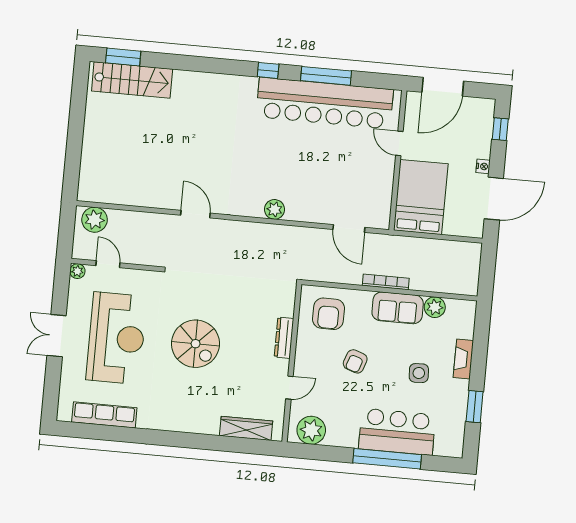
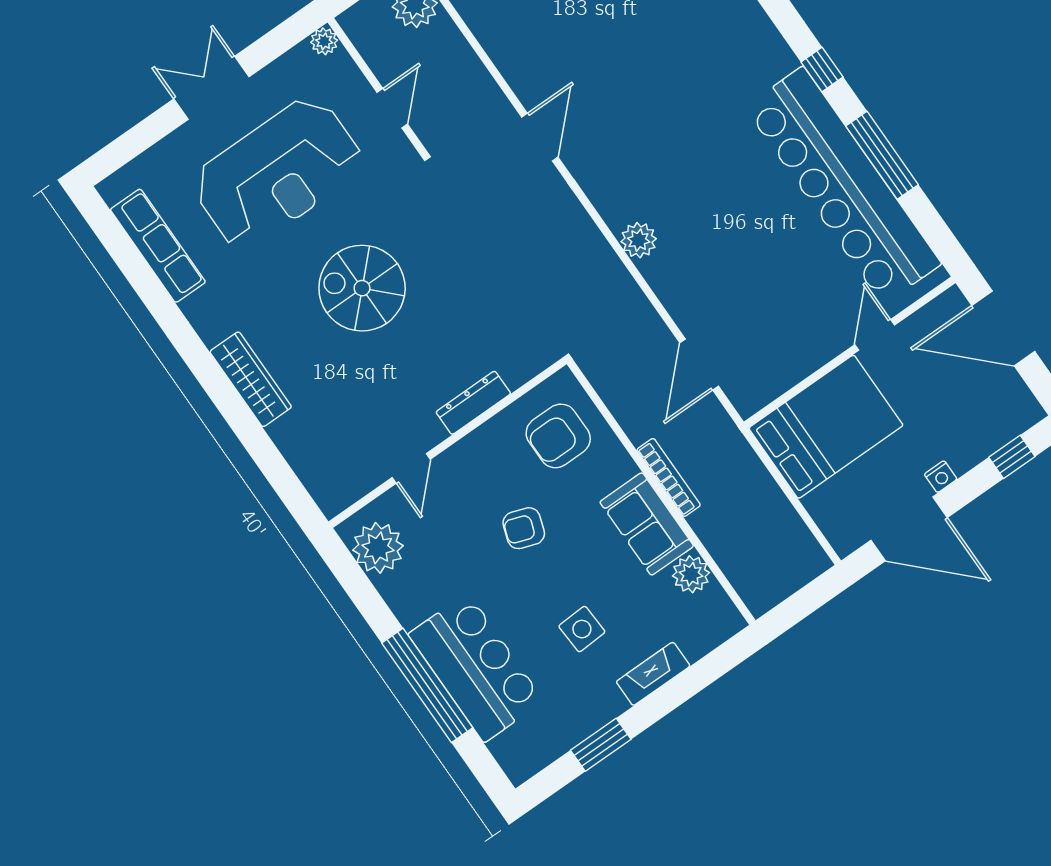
door: (108, 264) -> (392, 108), moved
spiral stairs: (196, 344) -> (362, 288), turned 90
door: (289, 388) -> (411, 468), hinge flipped
wardrobe: (246, 428) -> (251, 379), moved

